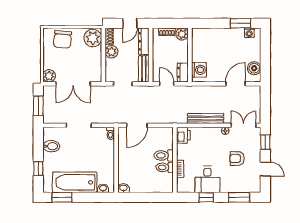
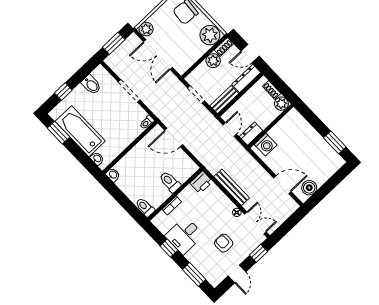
washing machine: (249, 33) -> (334, 157), removed
toilet: (165, 167) -> (145, 207), moved

